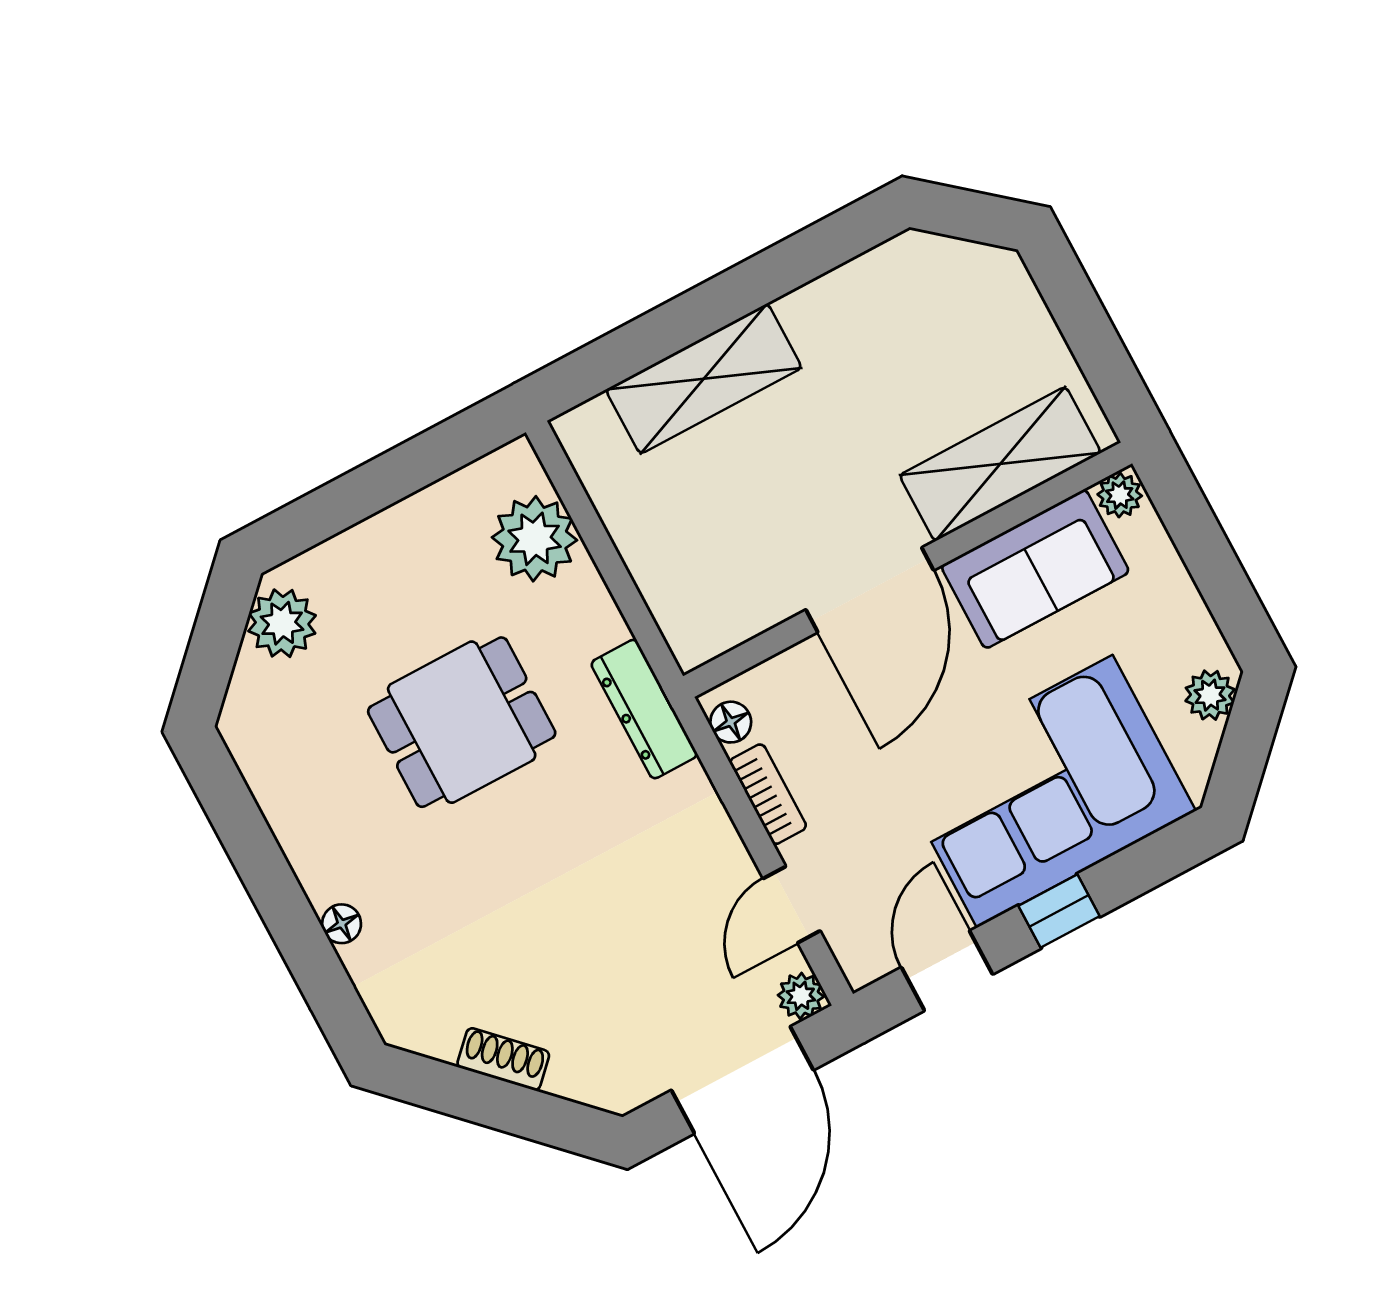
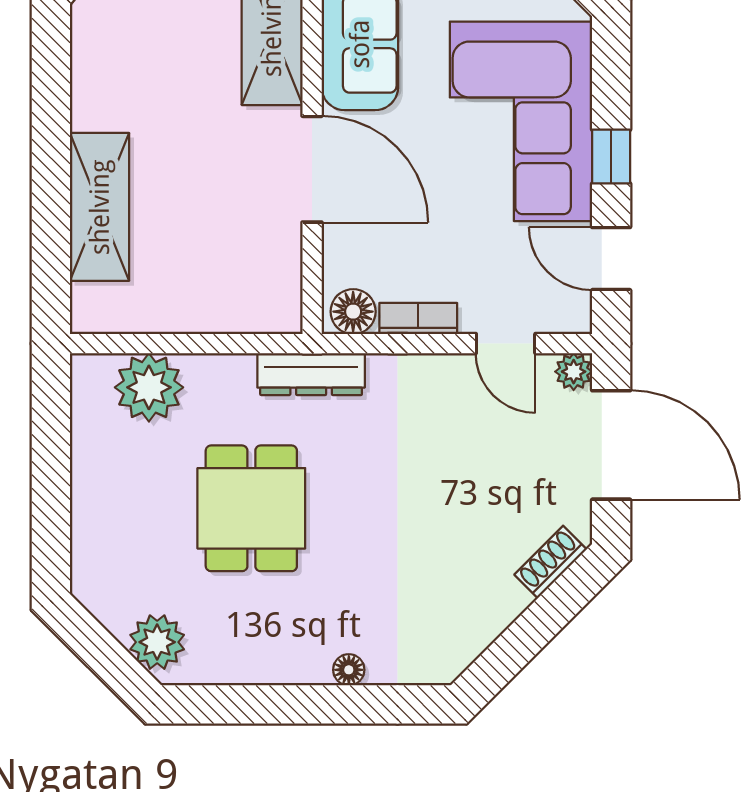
plant: (282, 623) -> (157, 642), moved
floor lamp: (731, 722) -> (353, 312), width x1.37, depth x1.37
shoe rack: (503, 1059) -> (550, 562), moved

